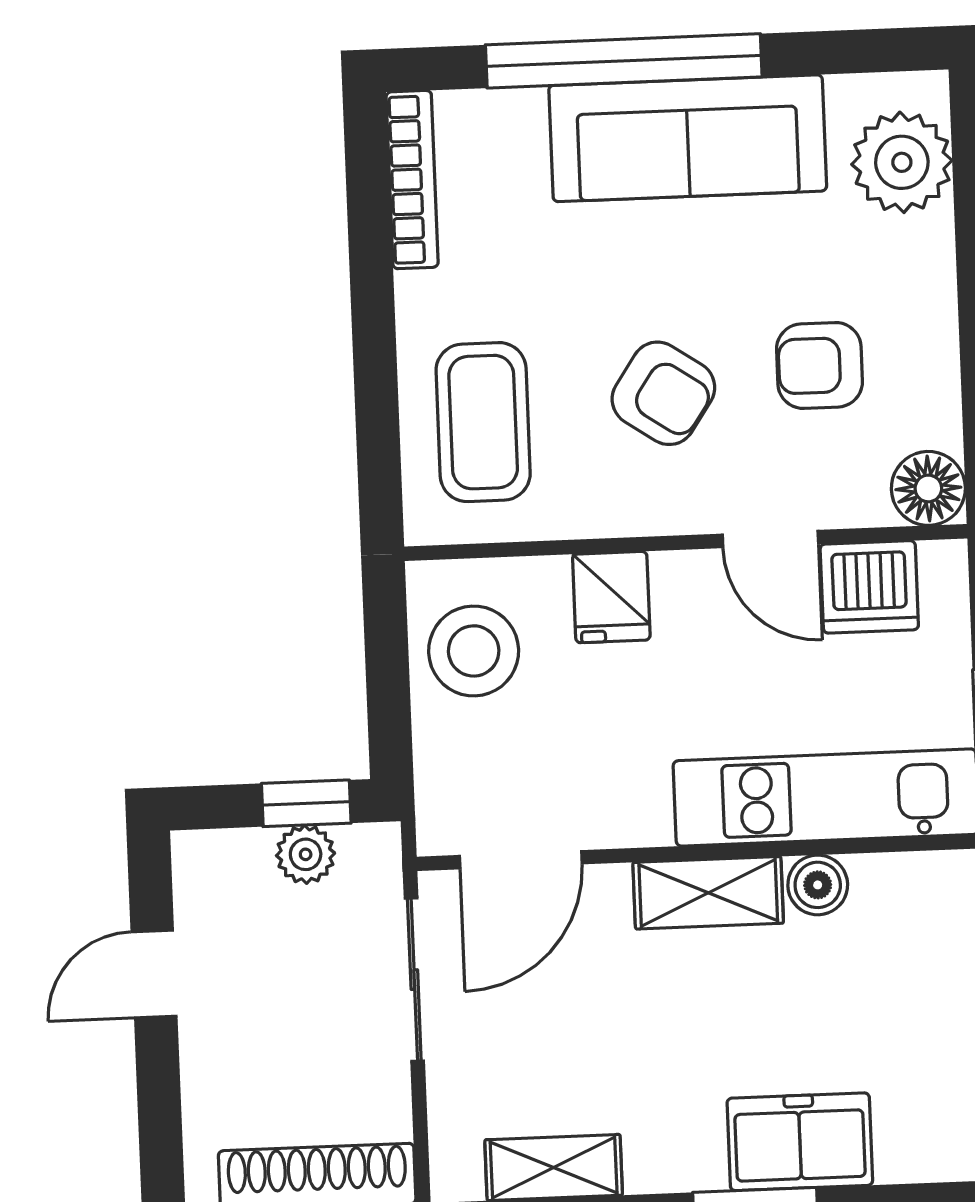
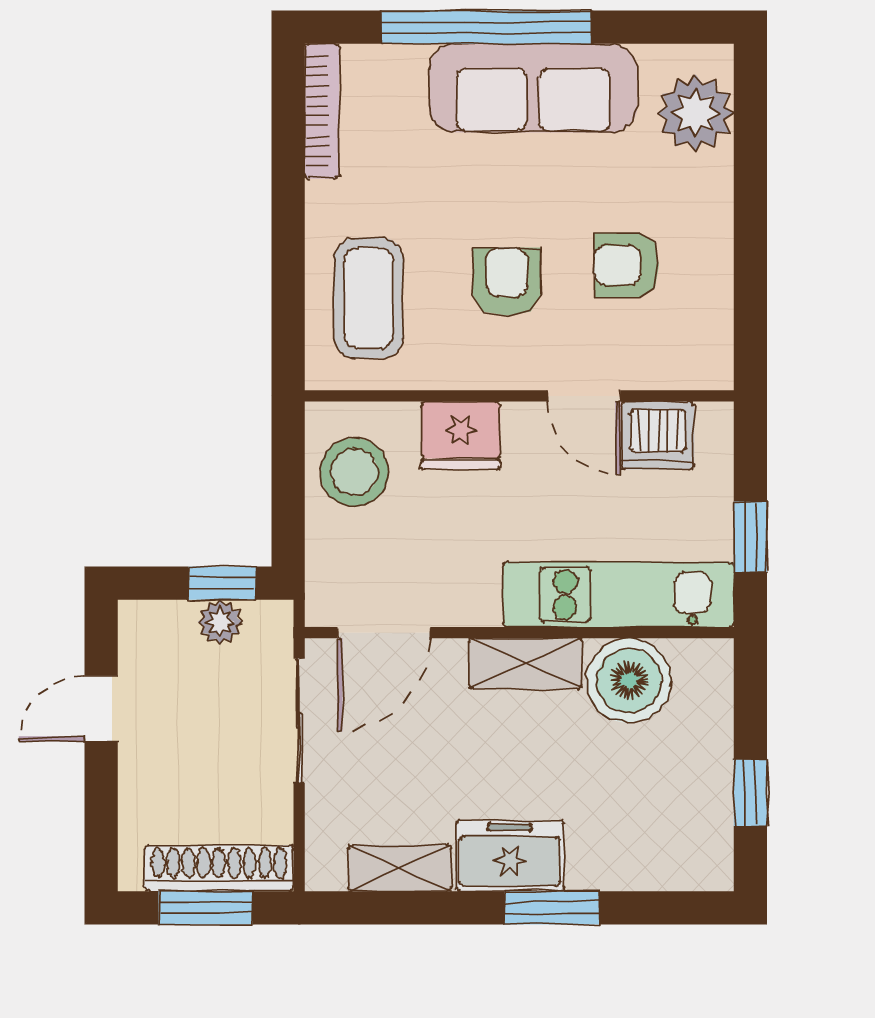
armchair: (663, 393) -> (507, 282), turned -124
floor lamp: (928, 488) -> (706, 362), removed
fridge: (611, 597) -> (461, 435), width x1.38
boiler: (818, 885) -> (629, 681), width x1.86, depth x1.86
freezer: (800, 1142) -> (510, 856), moved

